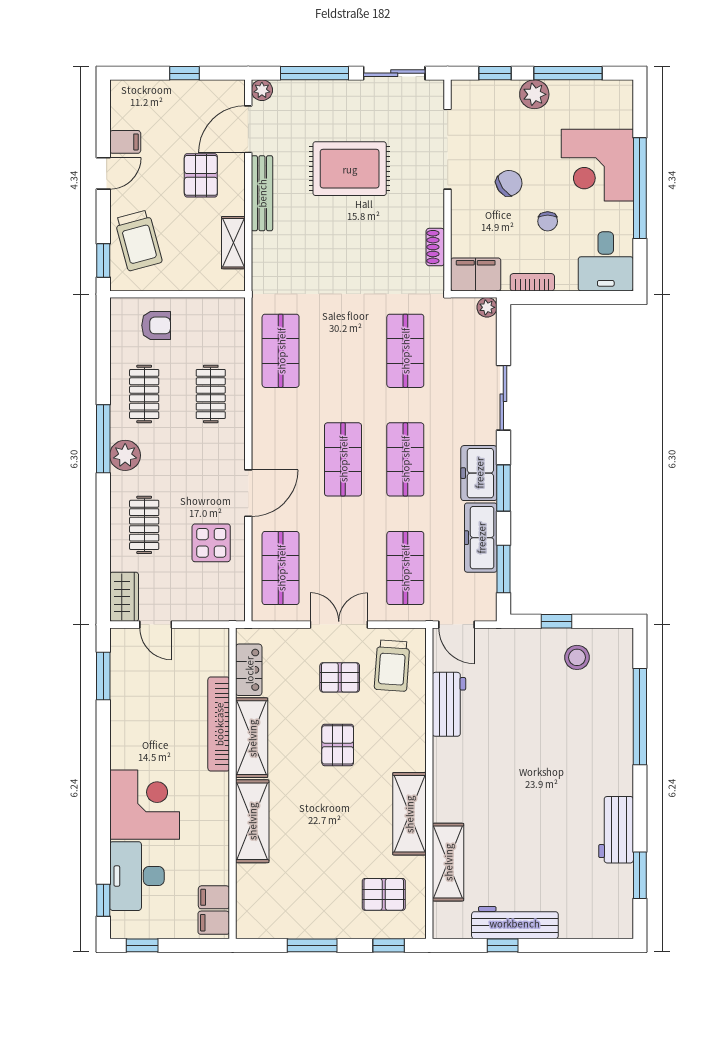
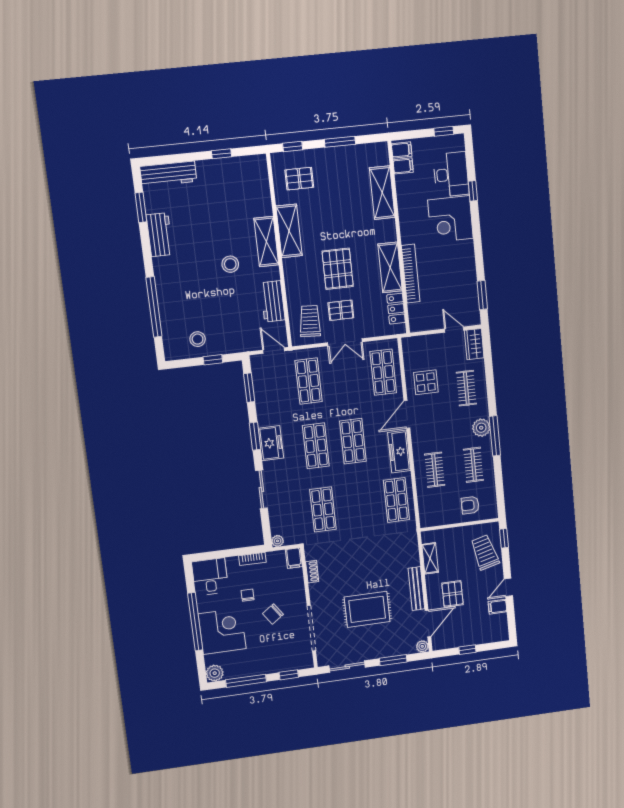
window: (315, 73) -> (393, 660), width x0.69
plant: (534, 94) -> (215, 673), moved
filing cabinet: (476, 274) -> (294, 558), width x0.50
freezer: (481, 538) -> (399, 452), moved, turned 180
pallet: (338, 745) -> (338, 269), width x1.50, depth x1.42
stool: (510, 771) -> (230, 264), added
shelving: (252, 821) -> (382, 193), moved
shelving: (448, 862) -> (266, 242), moved
window: (103, 900) -> (473, 191), moved
workbench: (515, 923) -> (168, 174), moved

